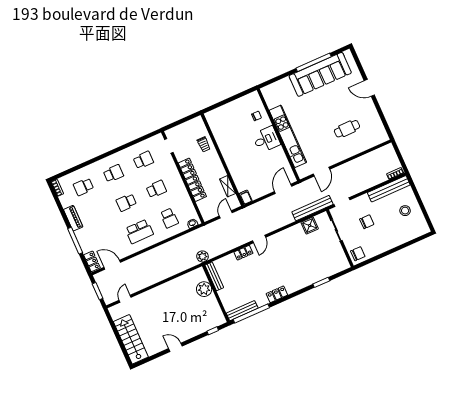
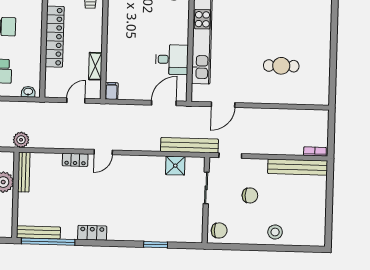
door: (369, 88) -> (334, 28), removed
desk: (266, 139) -> (172, 59), moved
stool: (405, 211) -> (275, 232), moved

